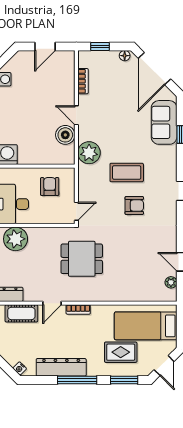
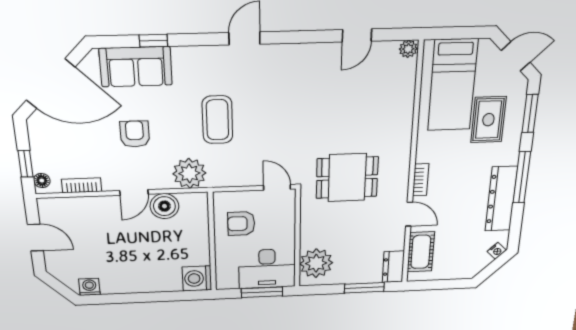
floor lamp: (125, 56) -> (42, 181), moved
armchair: (134, 206) -> (135, 134), moved
dining table: (82, 259) -> (347, 178), turned 90
plant: (171, 282) -> (408, 49), moved

